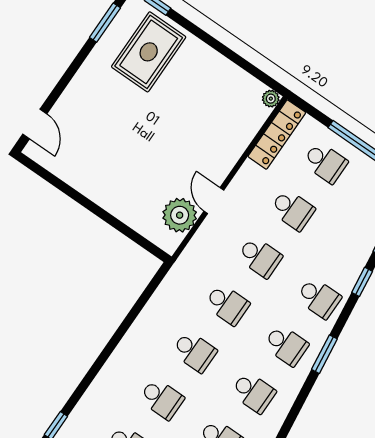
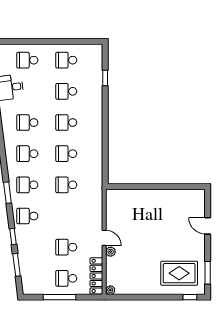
rug: (149, 52) -> (179, 273), turned 90
door: (35, 124) -> (208, 226), moved
door: (214, 201) -> (104, 238), moved
plant: (180, 215) -> (111, 252), moved, width x0.53, depth x0.53
school desk: (260, 257) -> (66, 216), removed

